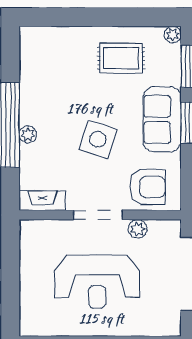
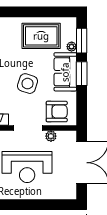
plant: (173, 35) -> (72, 47), moved
rug: (121, 58) -> (41, 36), width x1.36, depth x1.43

